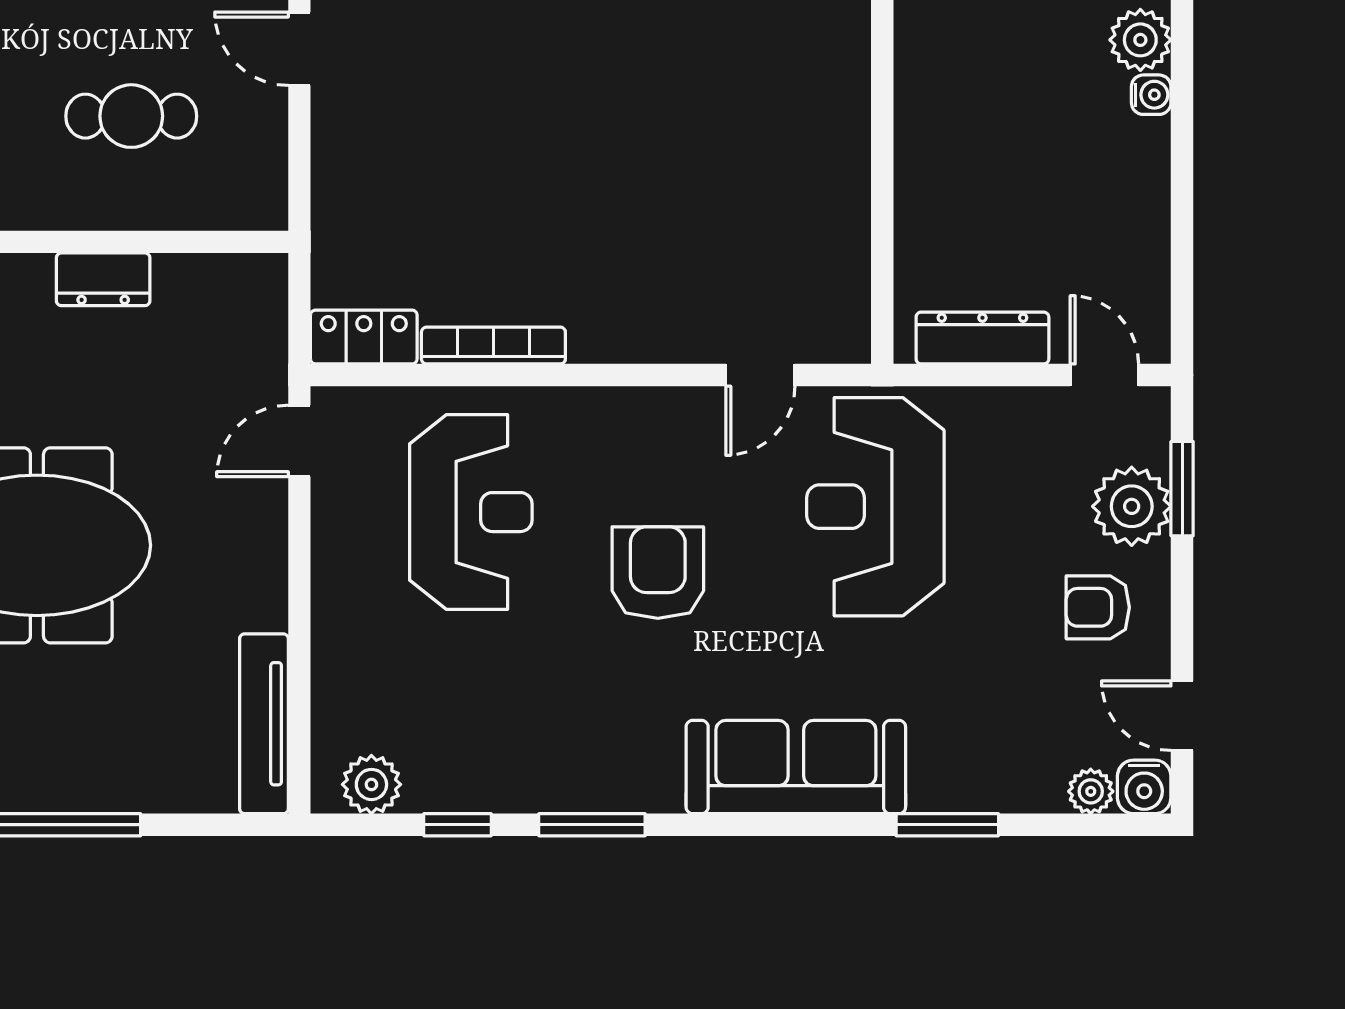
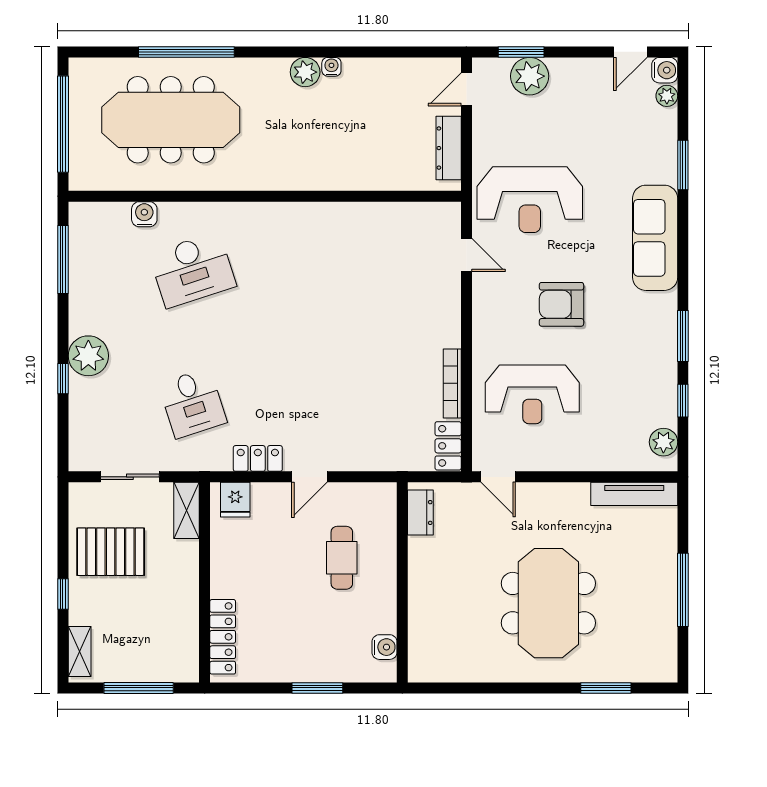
dresser: (103, 279) -> (420, 513), moved
reception desk: (471, 512) -> (532, 394), turned 180
armchair: (1098, 607) -> (578, 93), removed

